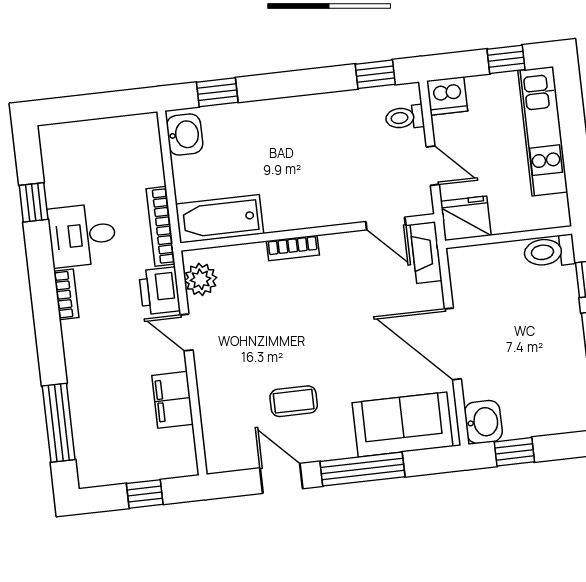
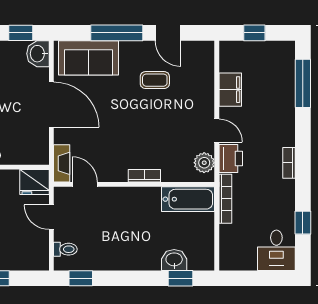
dishwasher: (447, 96) -> (37, 260), removed
washbasin: (185, 135) -> (174, 260), moved, turned 90
desk: (82, 235) -> (276, 250), moved, turned 90

